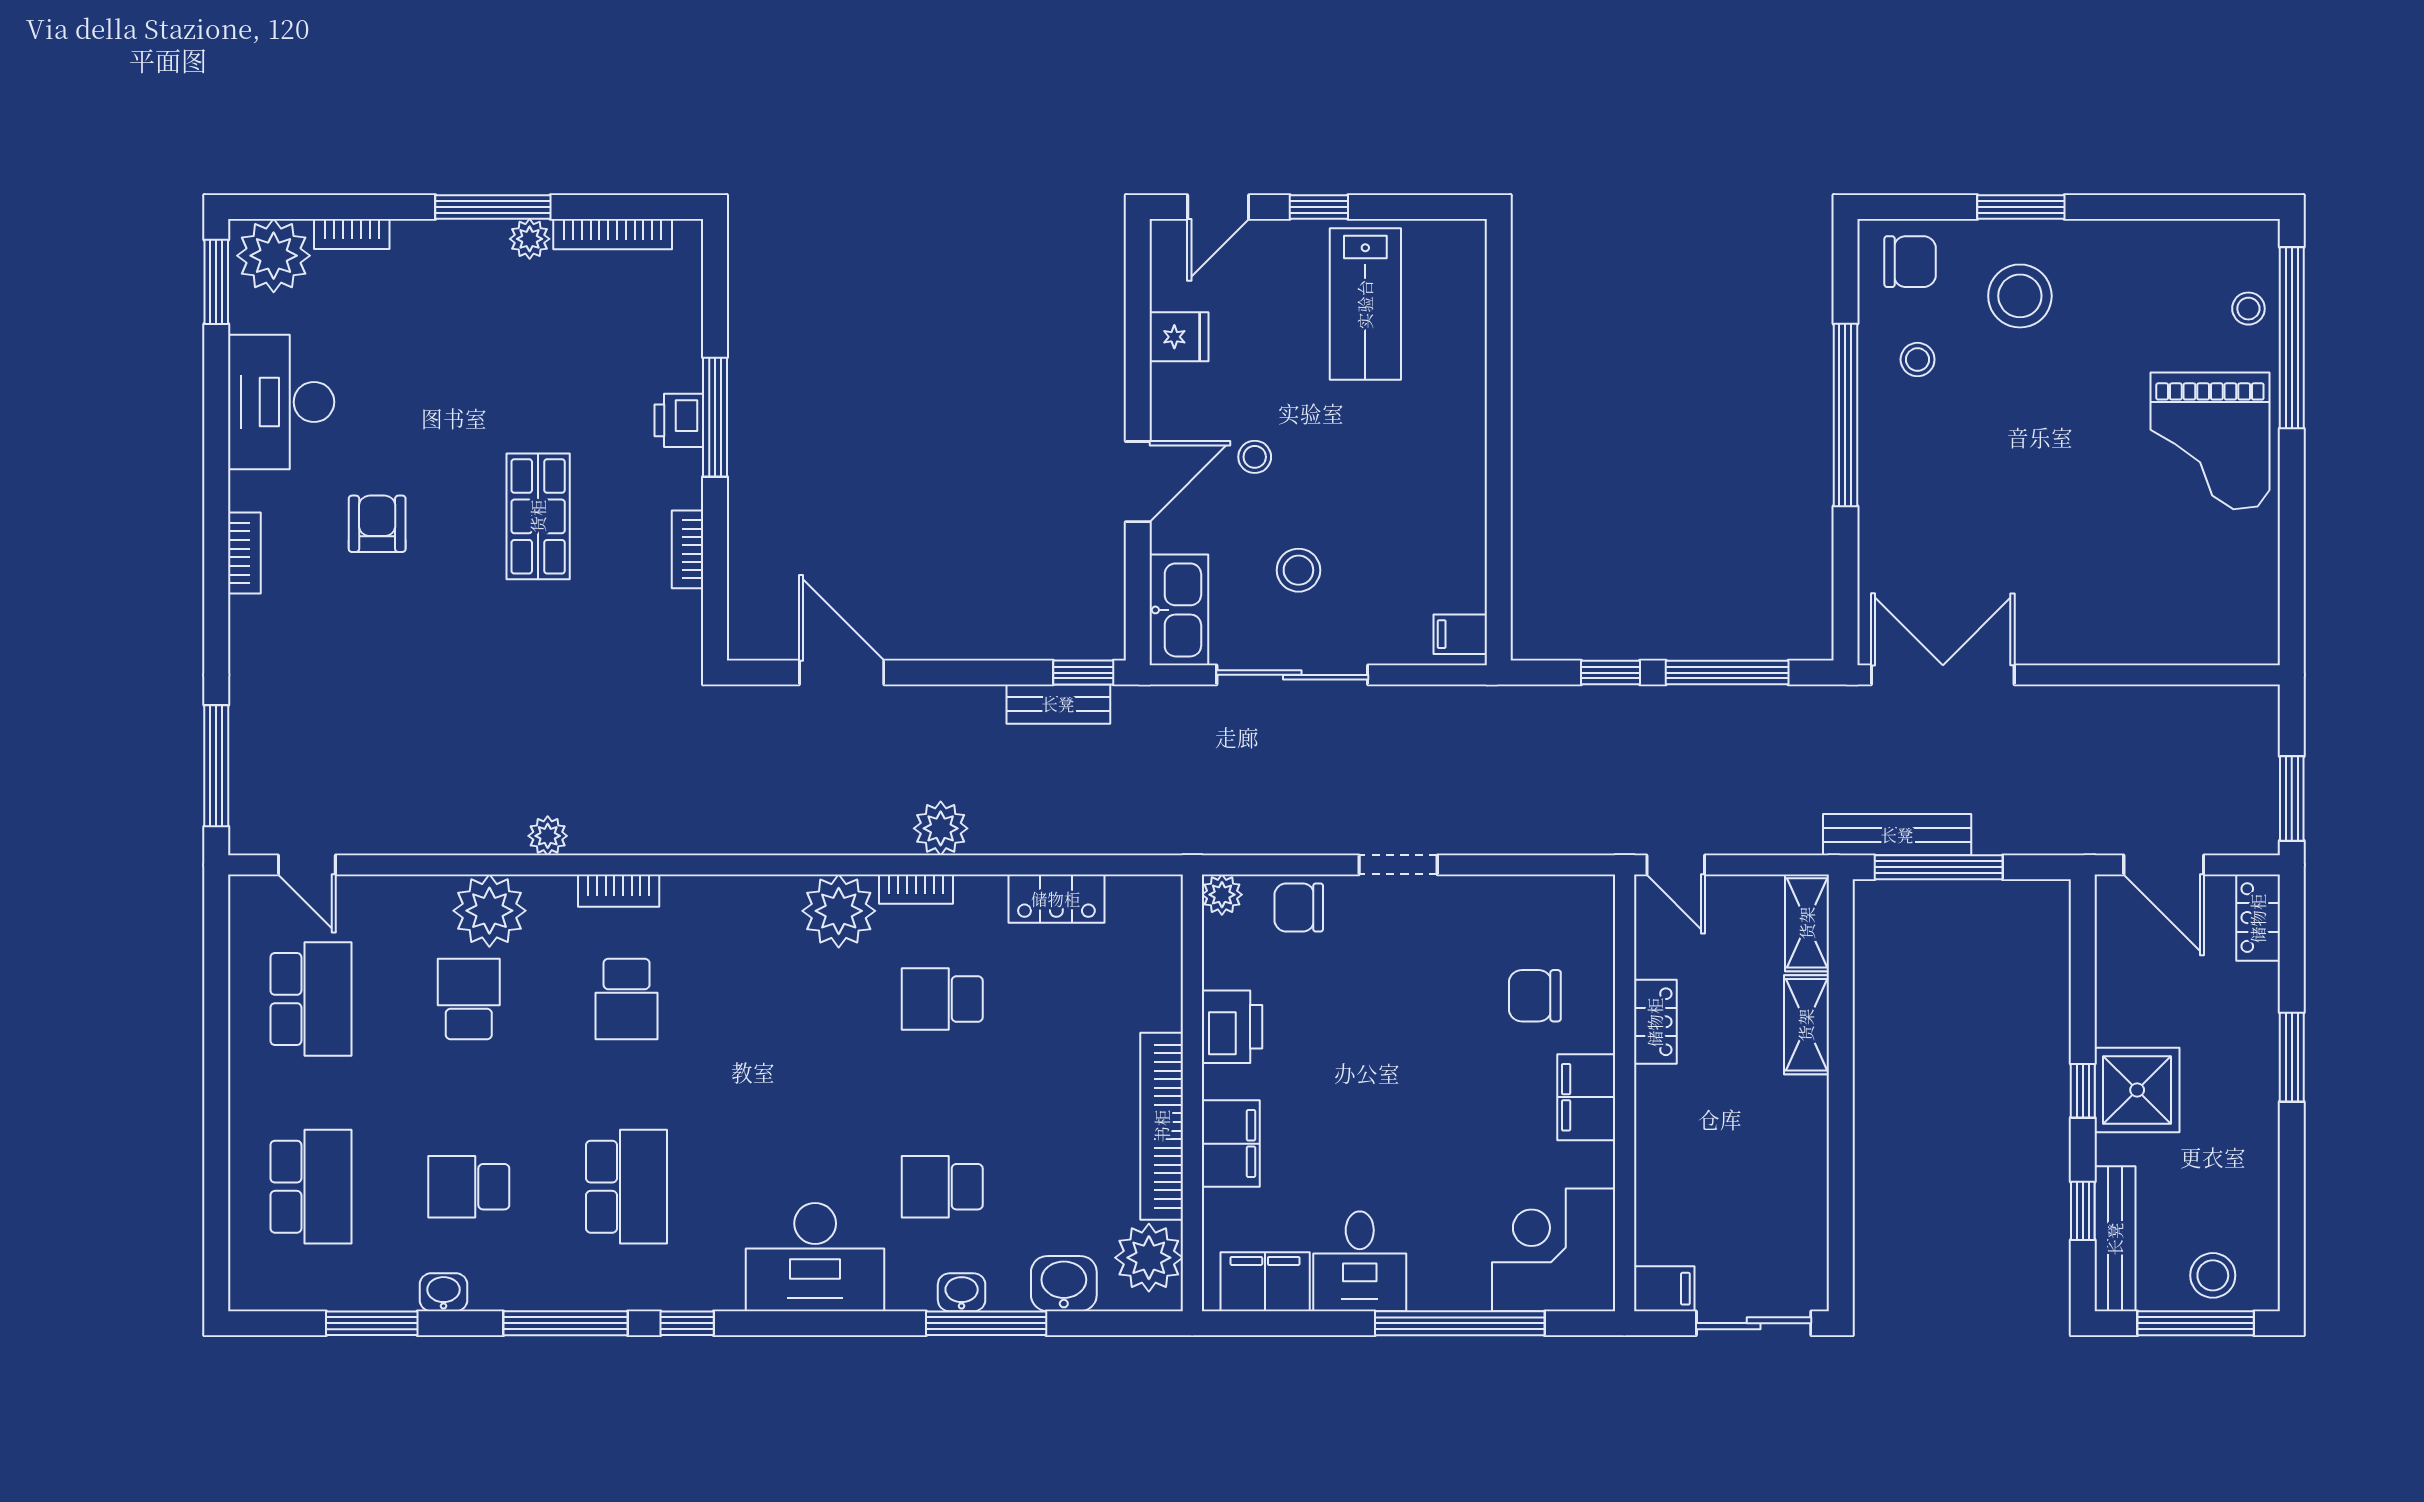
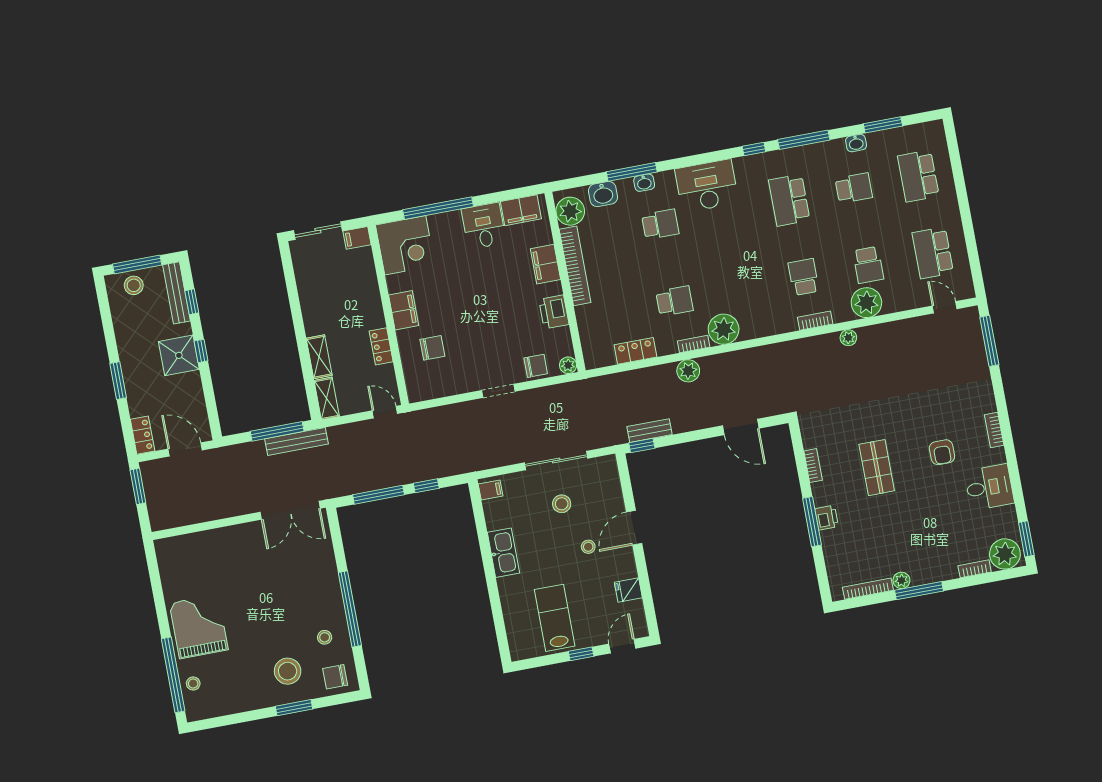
desk: (281, 402) -> (989, 487), width x0.73
kitchen sink: (1179, 610) -> (503, 553), moved, turned 180

